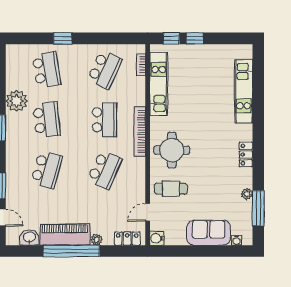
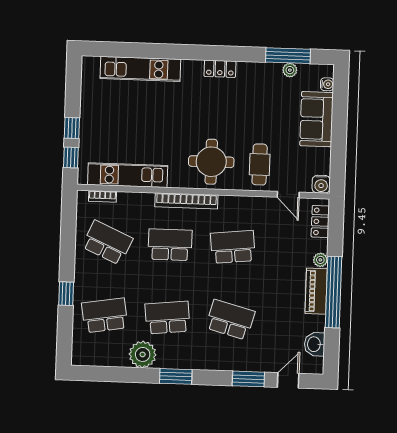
school desk: (105, 170) -> (233, 247), turned -30
plant: (247, 194) -> (290, 70), moved
piano: (65, 235) -> (316, 291), width x0.73, depth x0.75

